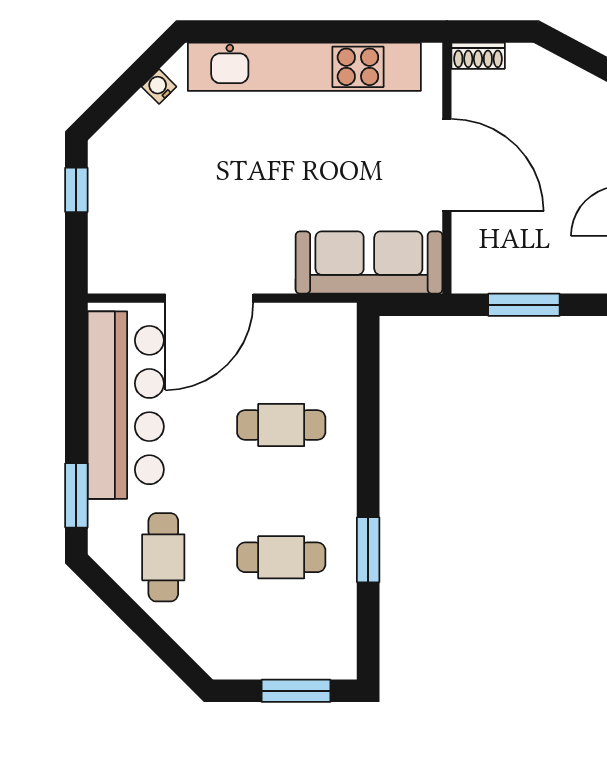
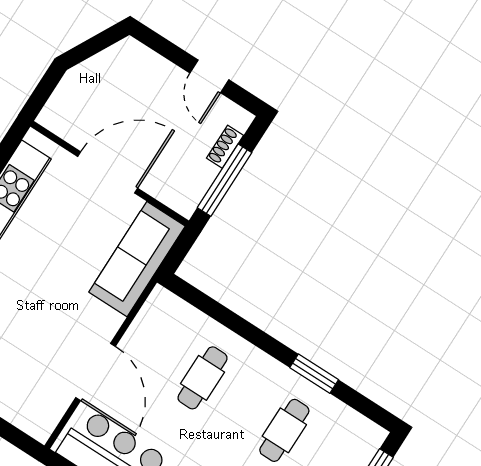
shoe rack: (478, 56) -> (225, 147), moved, turned 180
window: (524, 305) -> (225, 180), width x1.44

